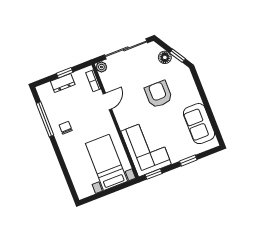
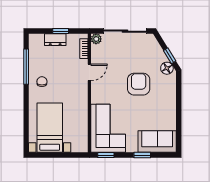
floor lamp: (165, 57) -> (167, 68), moved
sofa: (199, 124) -> (157, 141), moved, turned 90
bed with nightstands: (106, 162) -> (50, 128), moved

